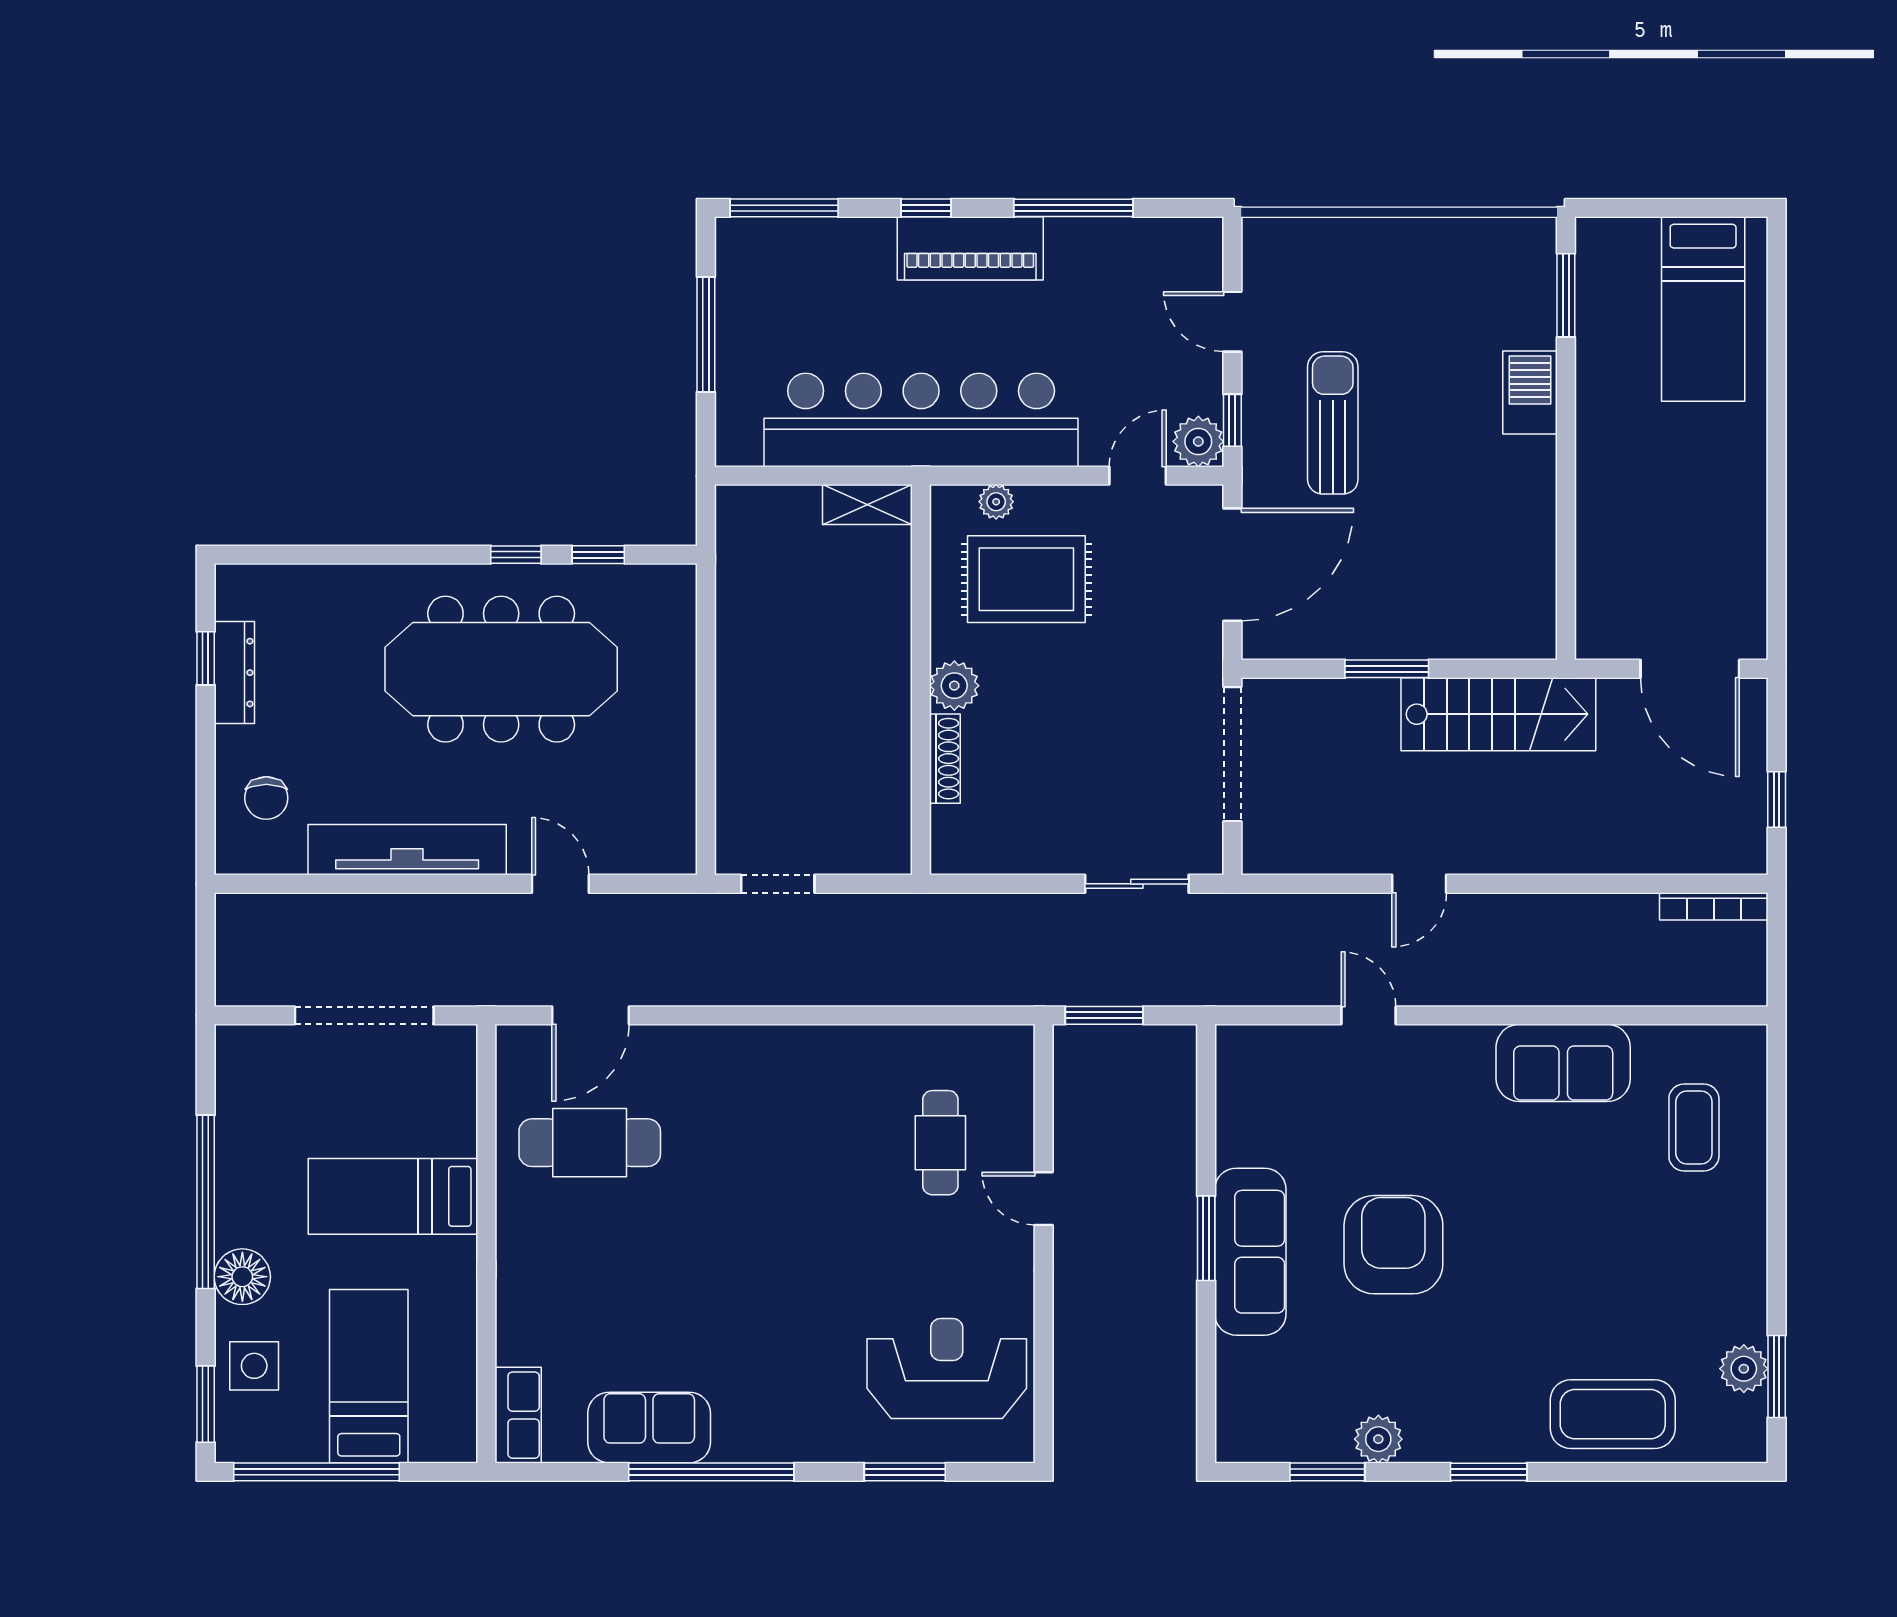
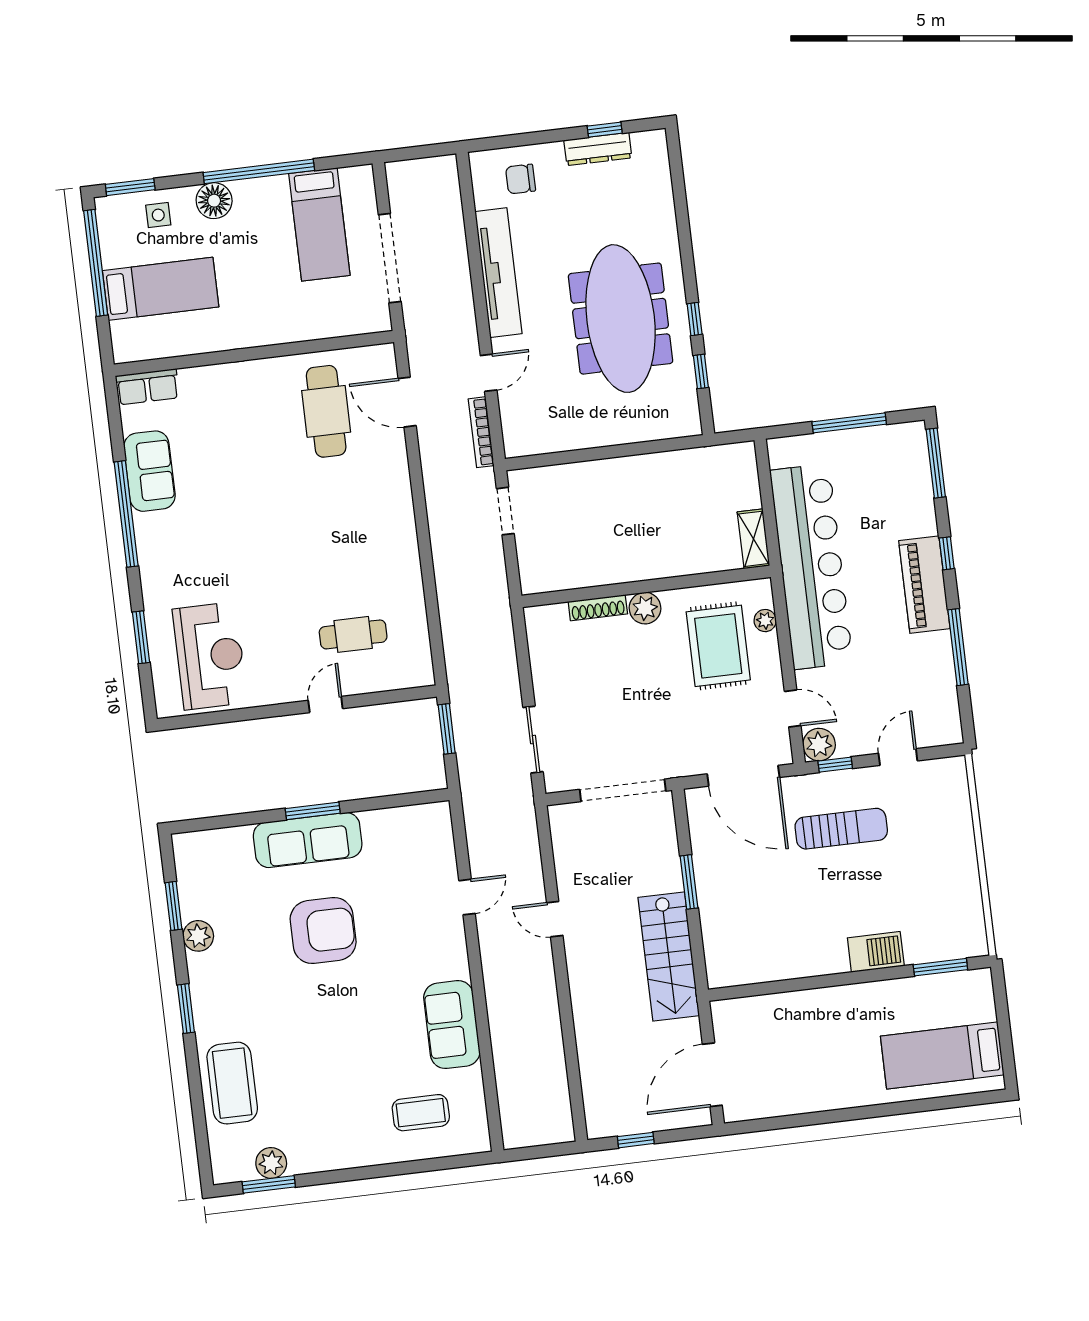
bookcase: (1714, 906) -> (481, 432), moved
bed: (393, 1196) -> (319, 224), moved, turned 180
side table: (254, 1366) -> (158, 215), width x0.73, depth x0.73

